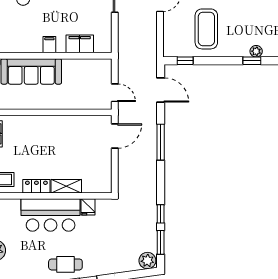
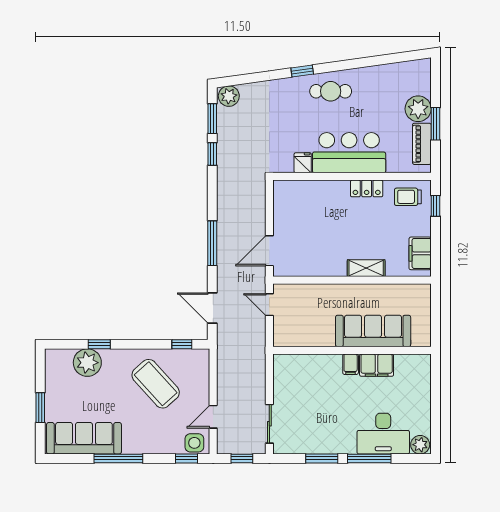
coffee table: (206, 29) -> (156, 384), turned -42
filing cabinet: (80, 44) -> (377, 365), moved
plant: (256, 51) -> (87, 363), width x1.88, depth x1.88
shelving: (66, 186) -> (366, 268), moved

